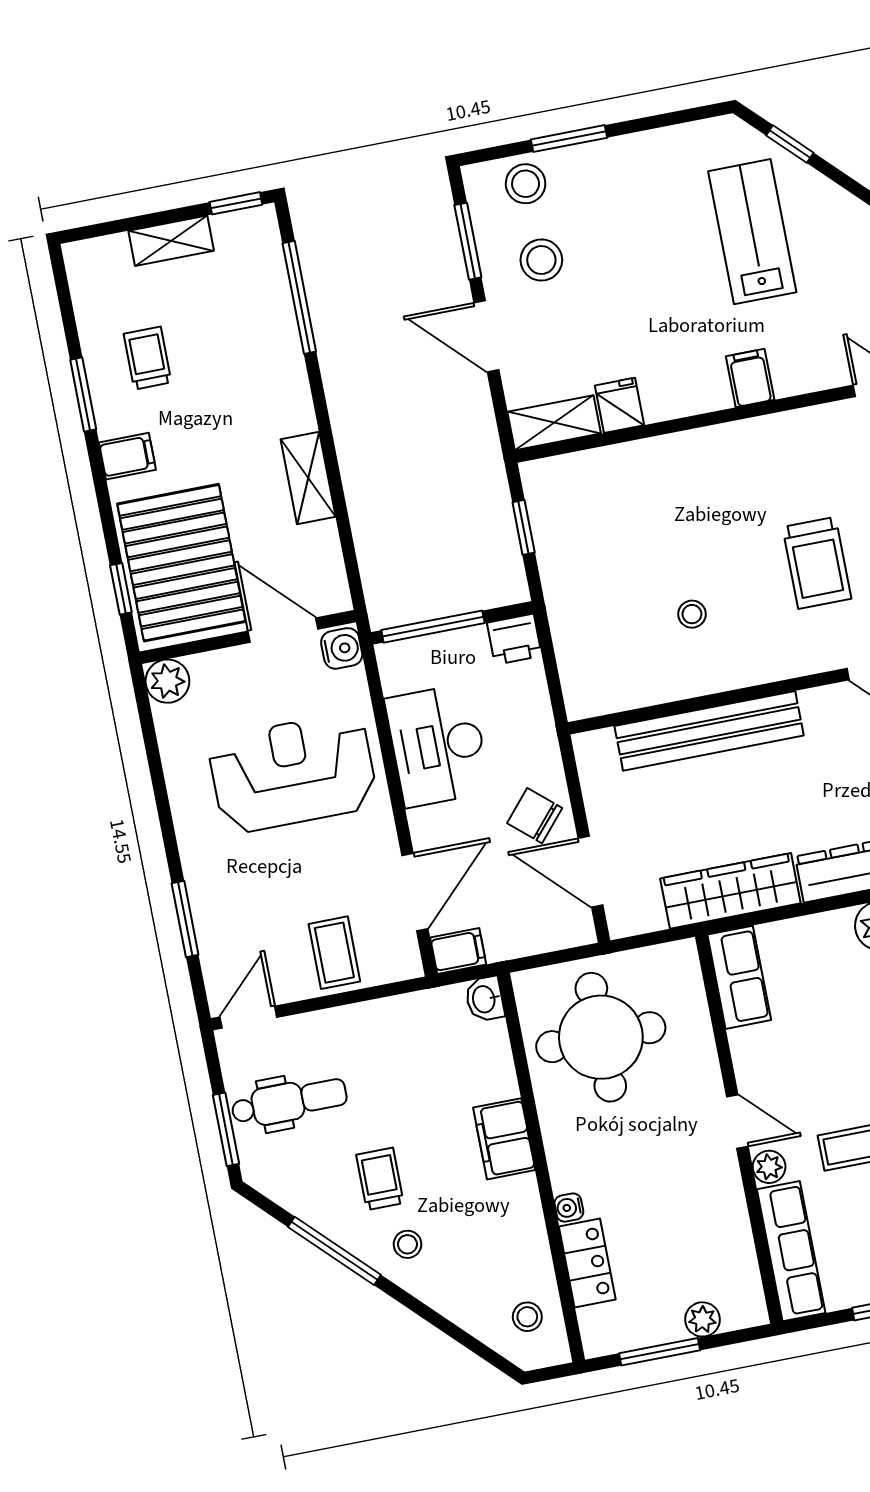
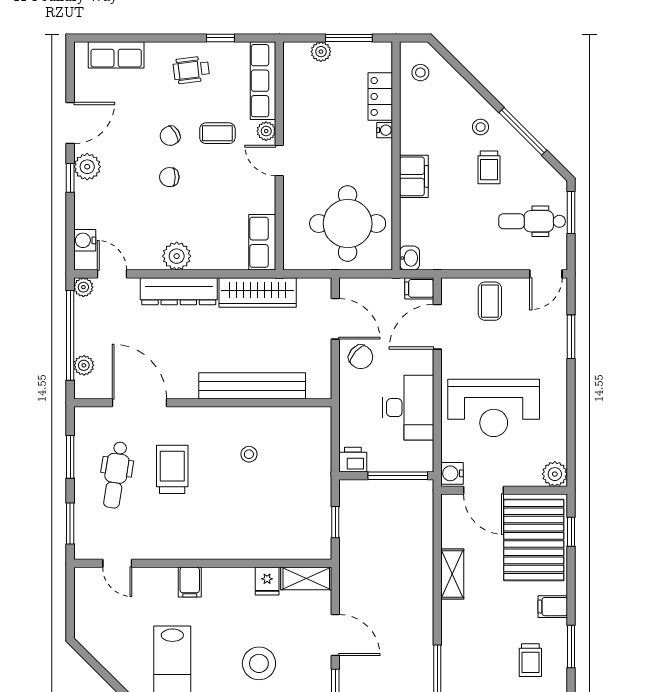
stool: (541, 260) -> (259, 663), moved, width x1.38, depth x1.38

